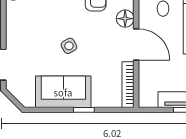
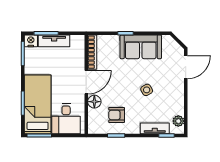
door: (136, 44) -> (86, 82), swing flipped
side table: (69, 46) -> (147, 90), moved

